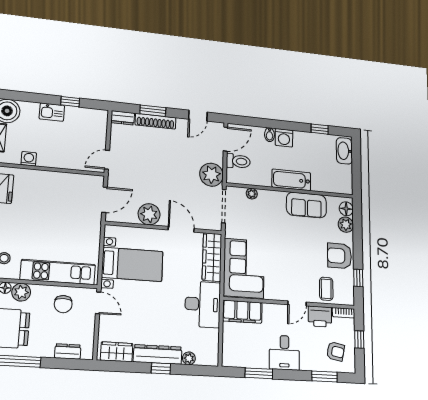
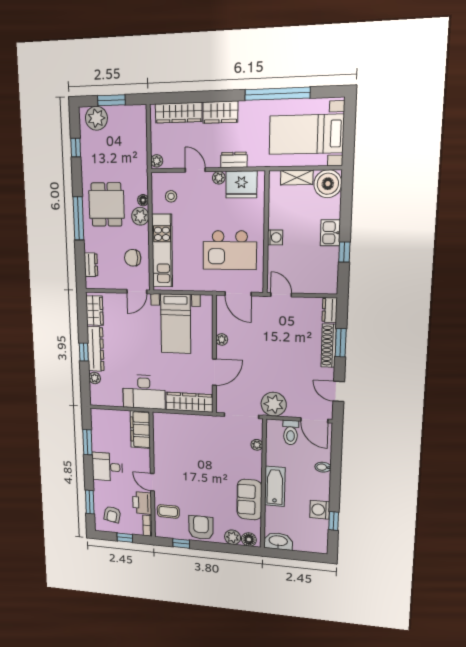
washing machine: (284, 138) -> (320, 510), moved
washbasin: (344, 151) -> (278, 541), moved
washing machine: (29, 159) -> (275, 237), moved
kitchen island: (62, 204) -> (230, 250), added
plant: (149, 214) -> (222, 339), width x0.53, depth x0.53
corner sofa: (244, 268) -> (181, 433), removed

